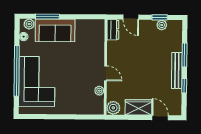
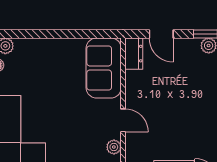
window: (47, 16) -> (33, 34), removed
sofa: (55, 30) -> (104, 68), moved, turned 90

